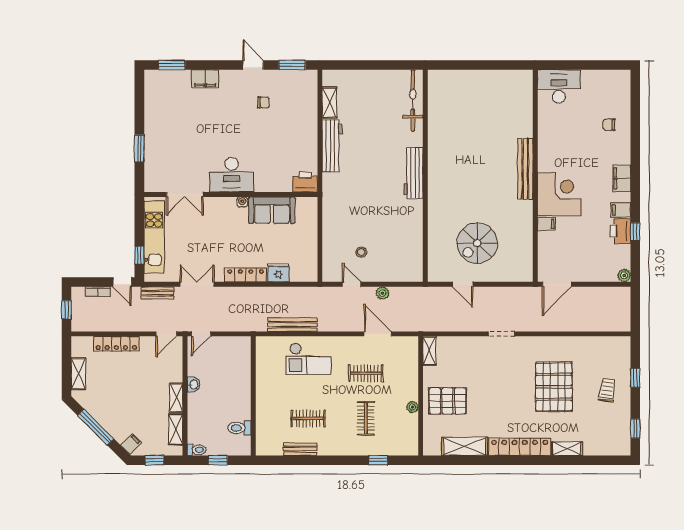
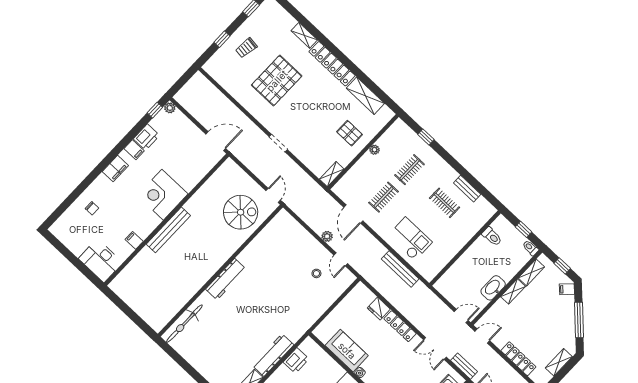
bicycle: (413, 100) -> (184, 324), moved
workbench: (413, 173) -> (226, 279), moved
wall: (425, 176) -> (220, 271), moved
printer: (305, 182) -> (296, 361), moved, turned -90
filing cabinet: (546, 224) -> (134, 240), moved
window: (635, 231) -> (155, 110), moved
clothes rail: (366, 373) -> (384, 197), turned 90
washbasin: (194, 384) -> (493, 288), width x1.91, depth x1.45
pallet: (448, 401) -> (349, 133), width x0.67, depth x0.71

